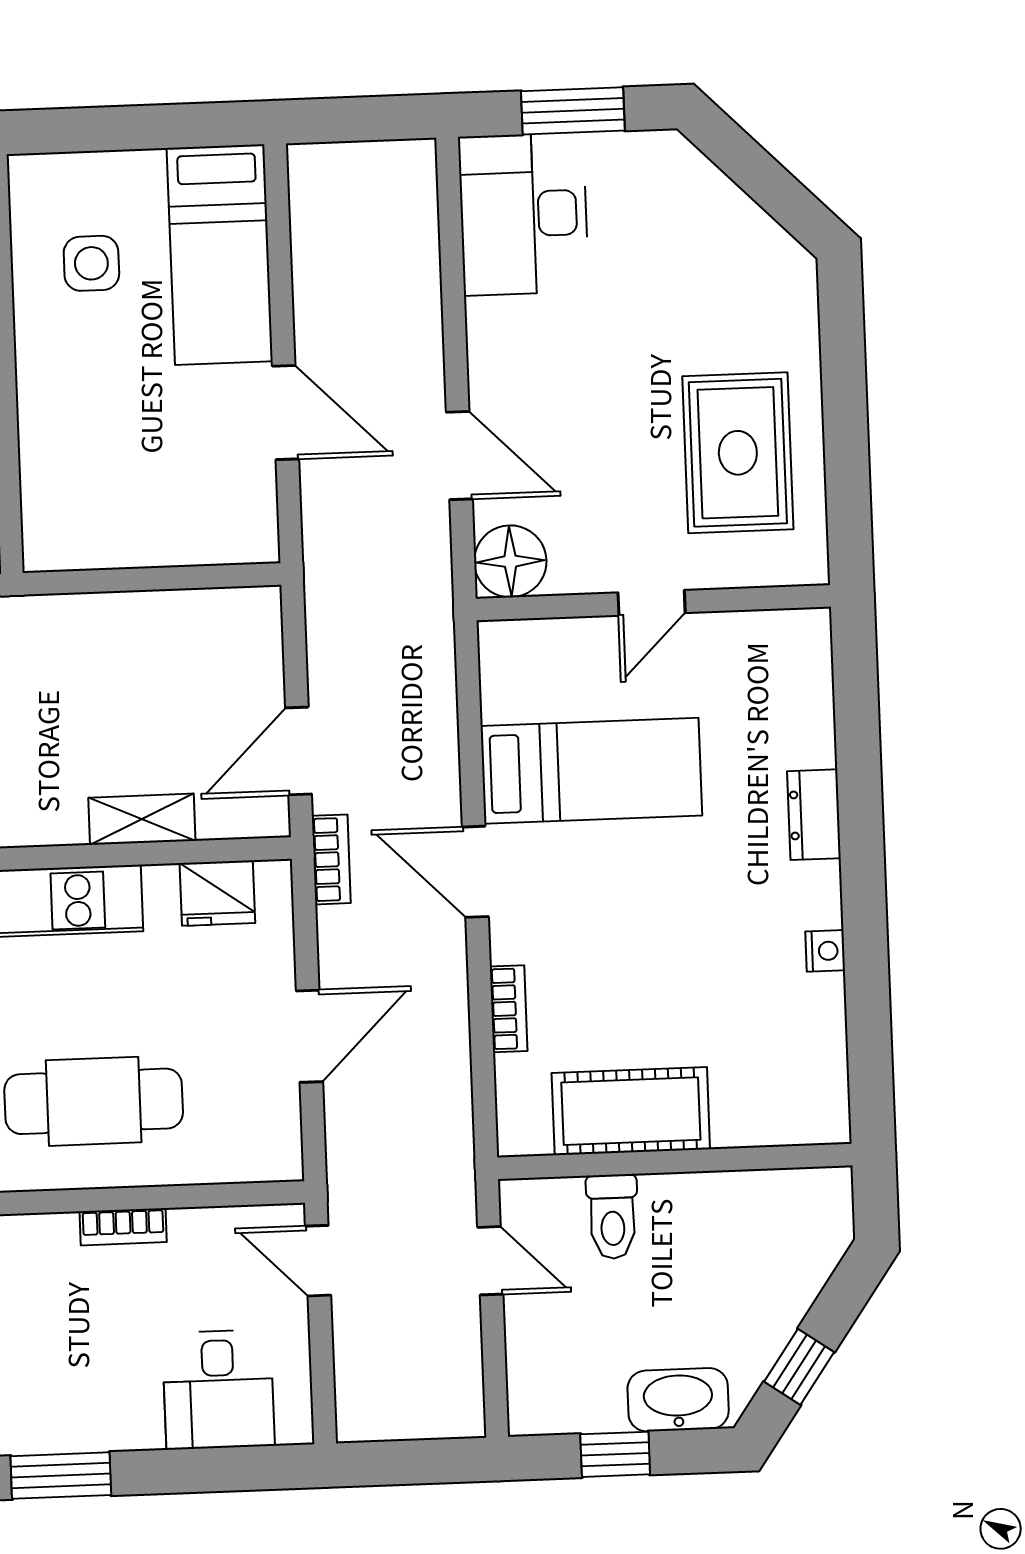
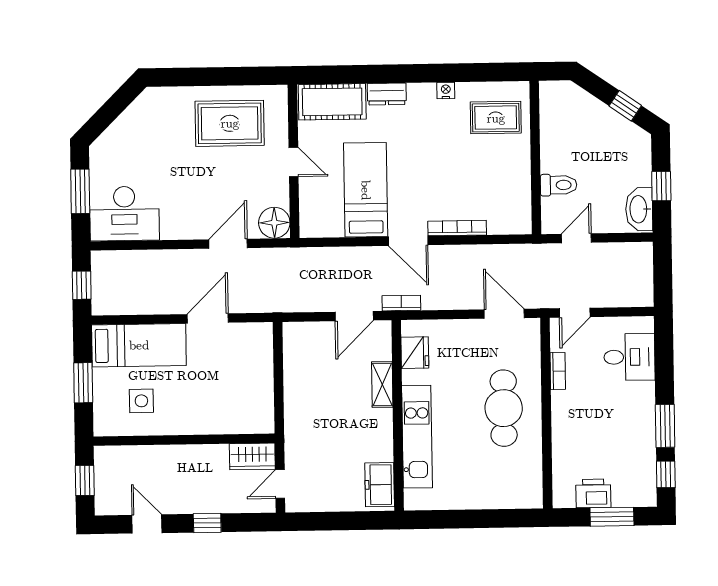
window: (356, 119) -> (82, 285), added
window: (130, 128) -> (83, 383), added
door: (299, 751) -> (354, 316), hinge flipped
door: (475, 872) -> (408, 241), hinge flipped
bookcase: (509, 1009) -> (457, 228), width x1.56
door: (309, 1036) -> (504, 314), moved
rug: (765, 1068) -> (496, 118), added
cot: (631, 1111) -> (332, 102), moved, turned 90
bookcase: (123, 1227) -> (558, 371), moved
washbasin: (678, 1400) -> (639, 209), moved

